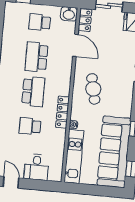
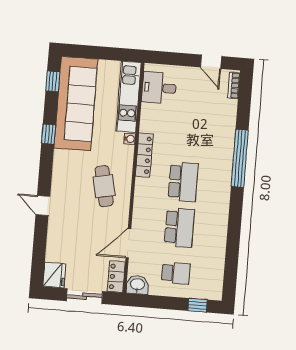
door: (75, 45) -> (128, 243), hinge flipped
school desk: (33, 92) -> (183, 182), turned 180
school desk: (30, 126) -> (187, 136), removed
desk: (36, 167) -> (159, 88), moved, turned -90

